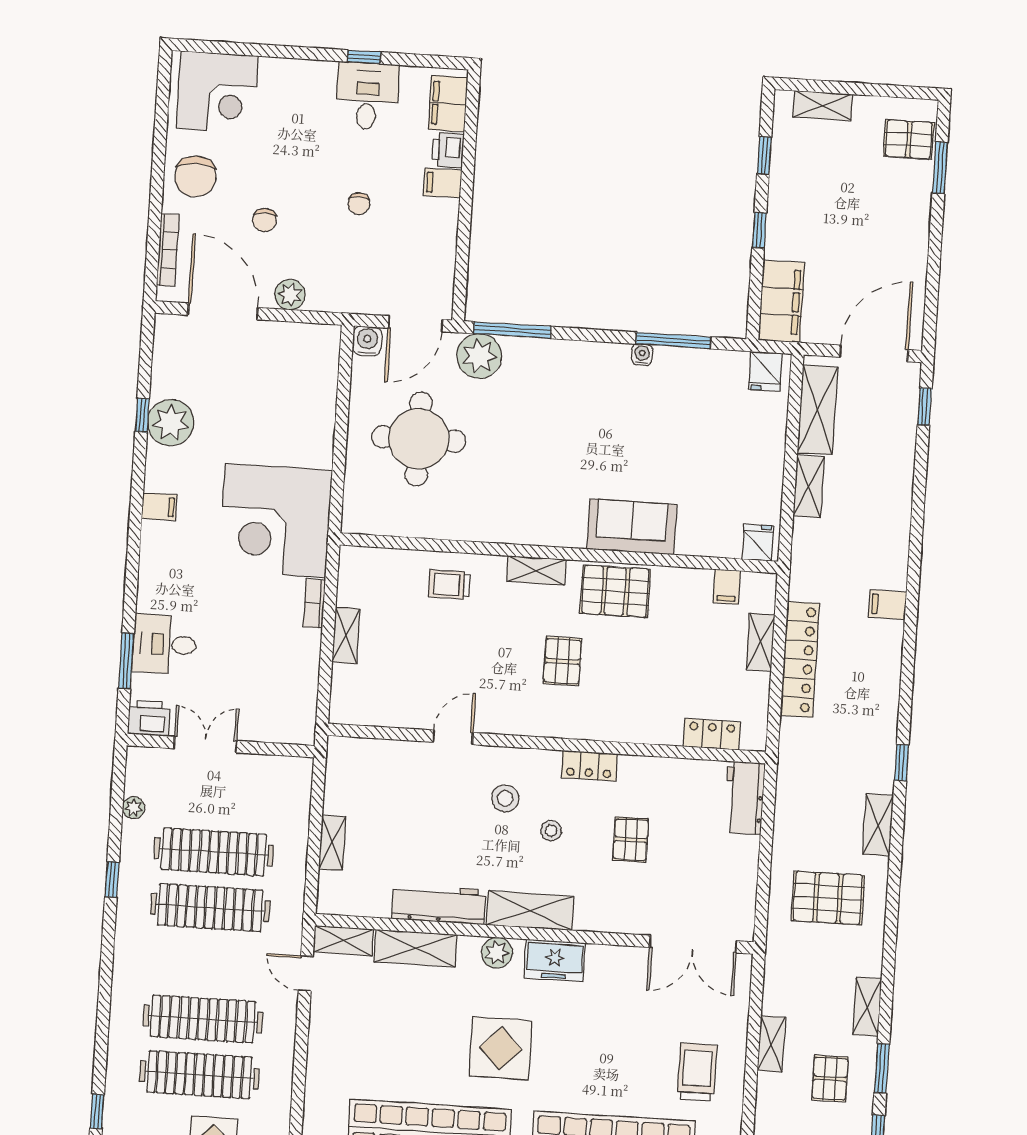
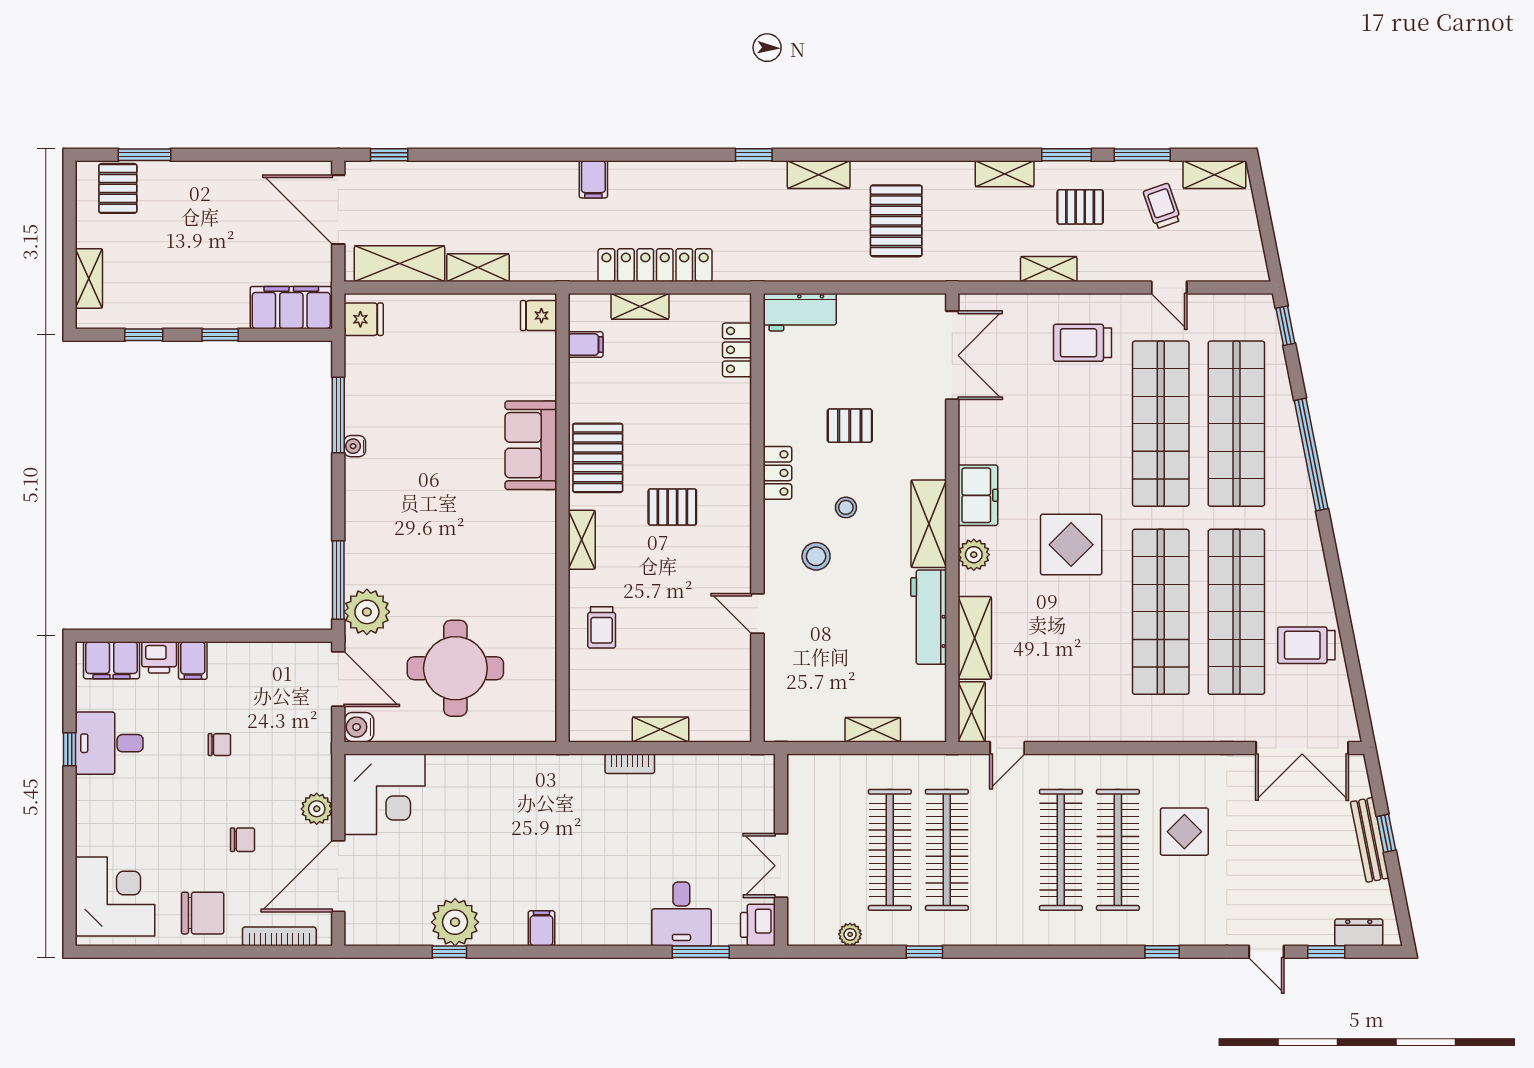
corner desk: (275, 520) -> (384, 794), moved, width x0.74, depth x0.74

